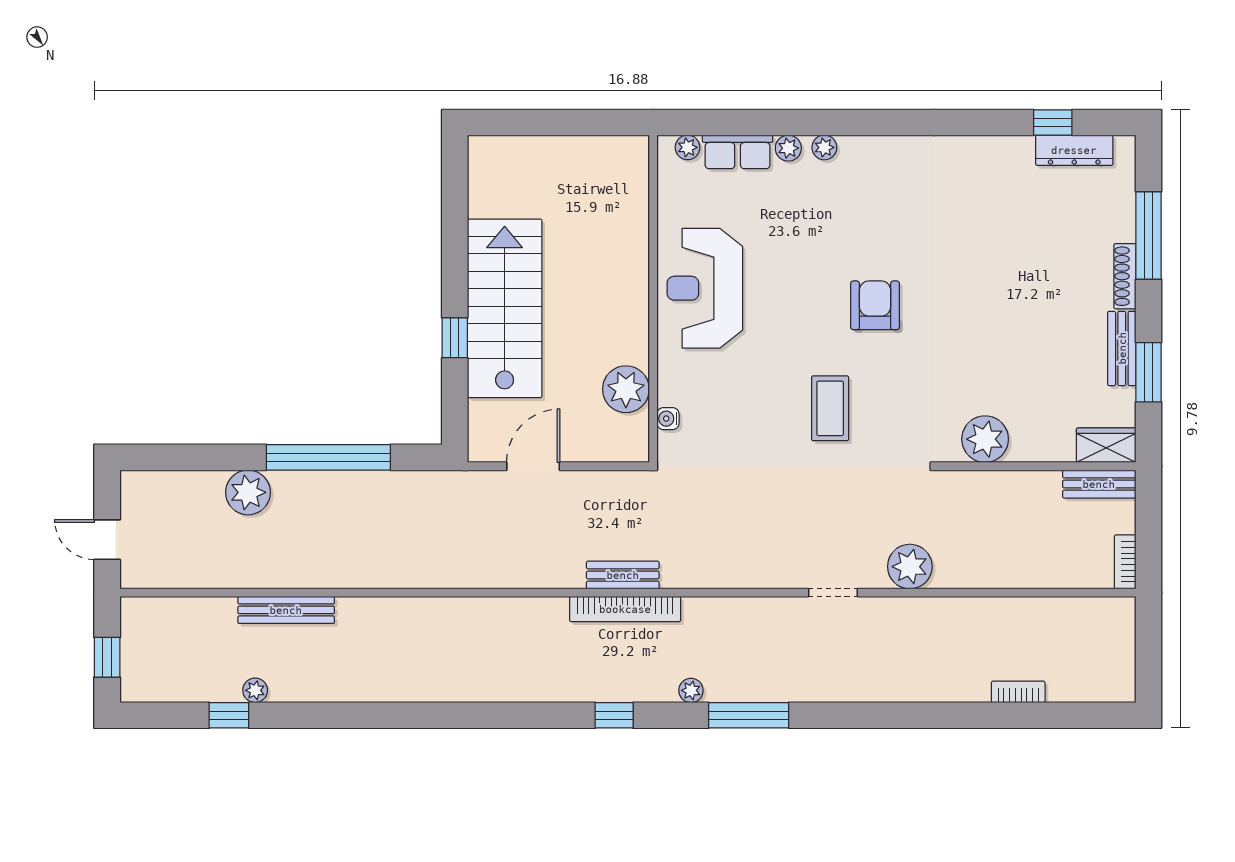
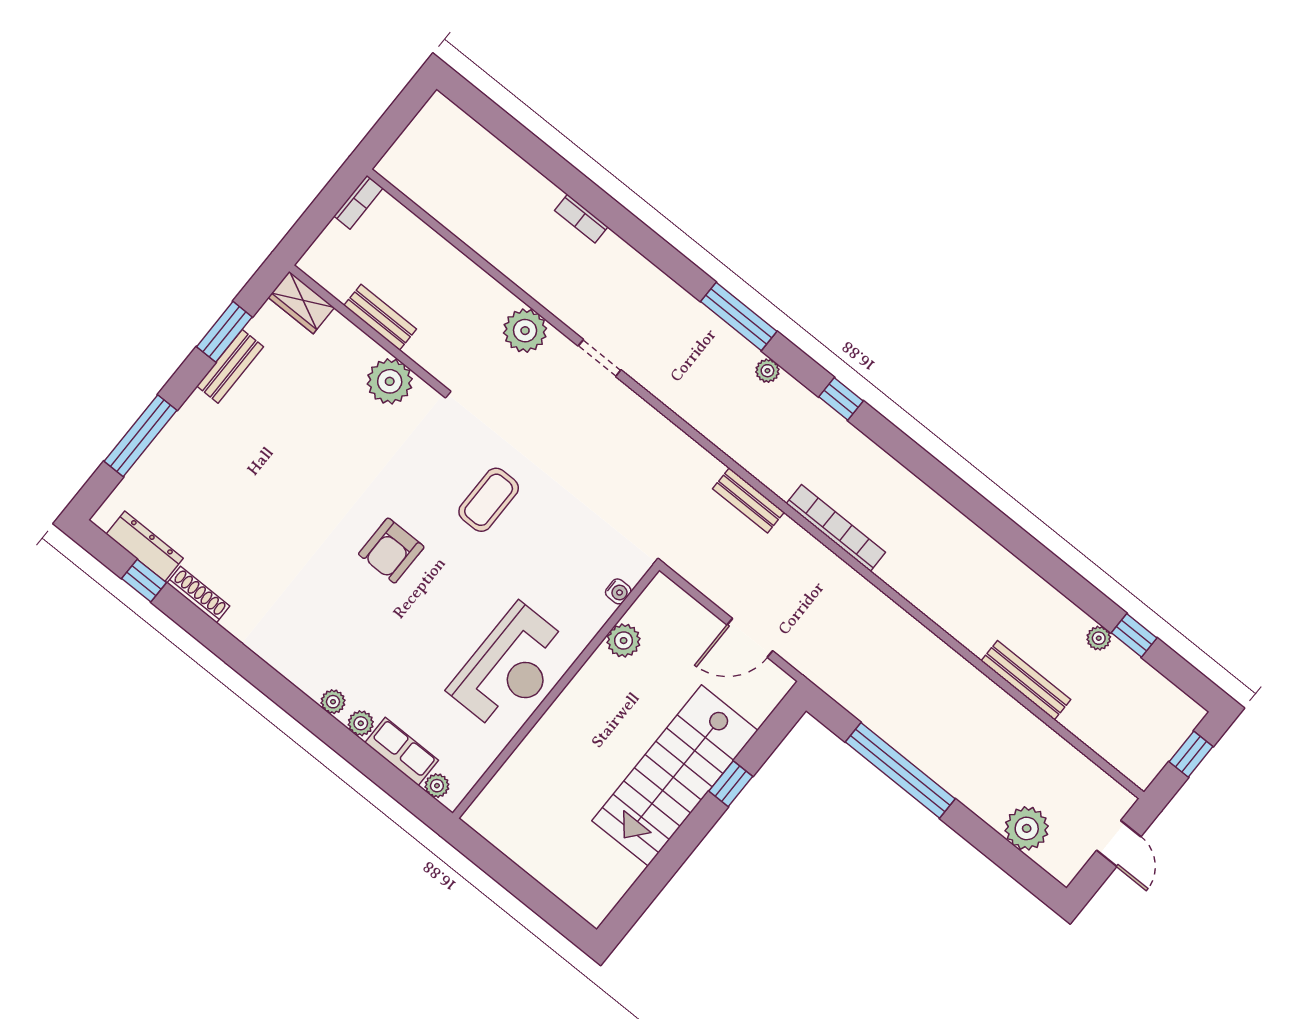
shoe rack: (1125, 276) -> (198, 595), moved, turned -90
plant: (626, 389) -> (624, 641), width x0.73, depth x0.73
bench: (1099, 484) -> (380, 317), moved
plant: (248, 492) -> (1027, 828), moved
bookcase: (625, 609) -> (836, 528), moved
bookcase: (1018, 692) -> (581, 219), moved

